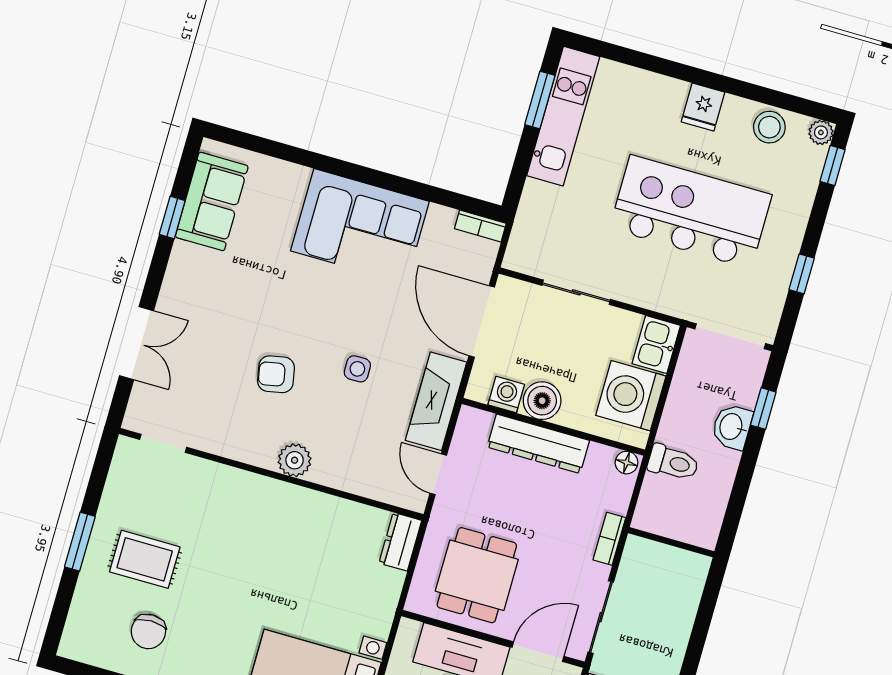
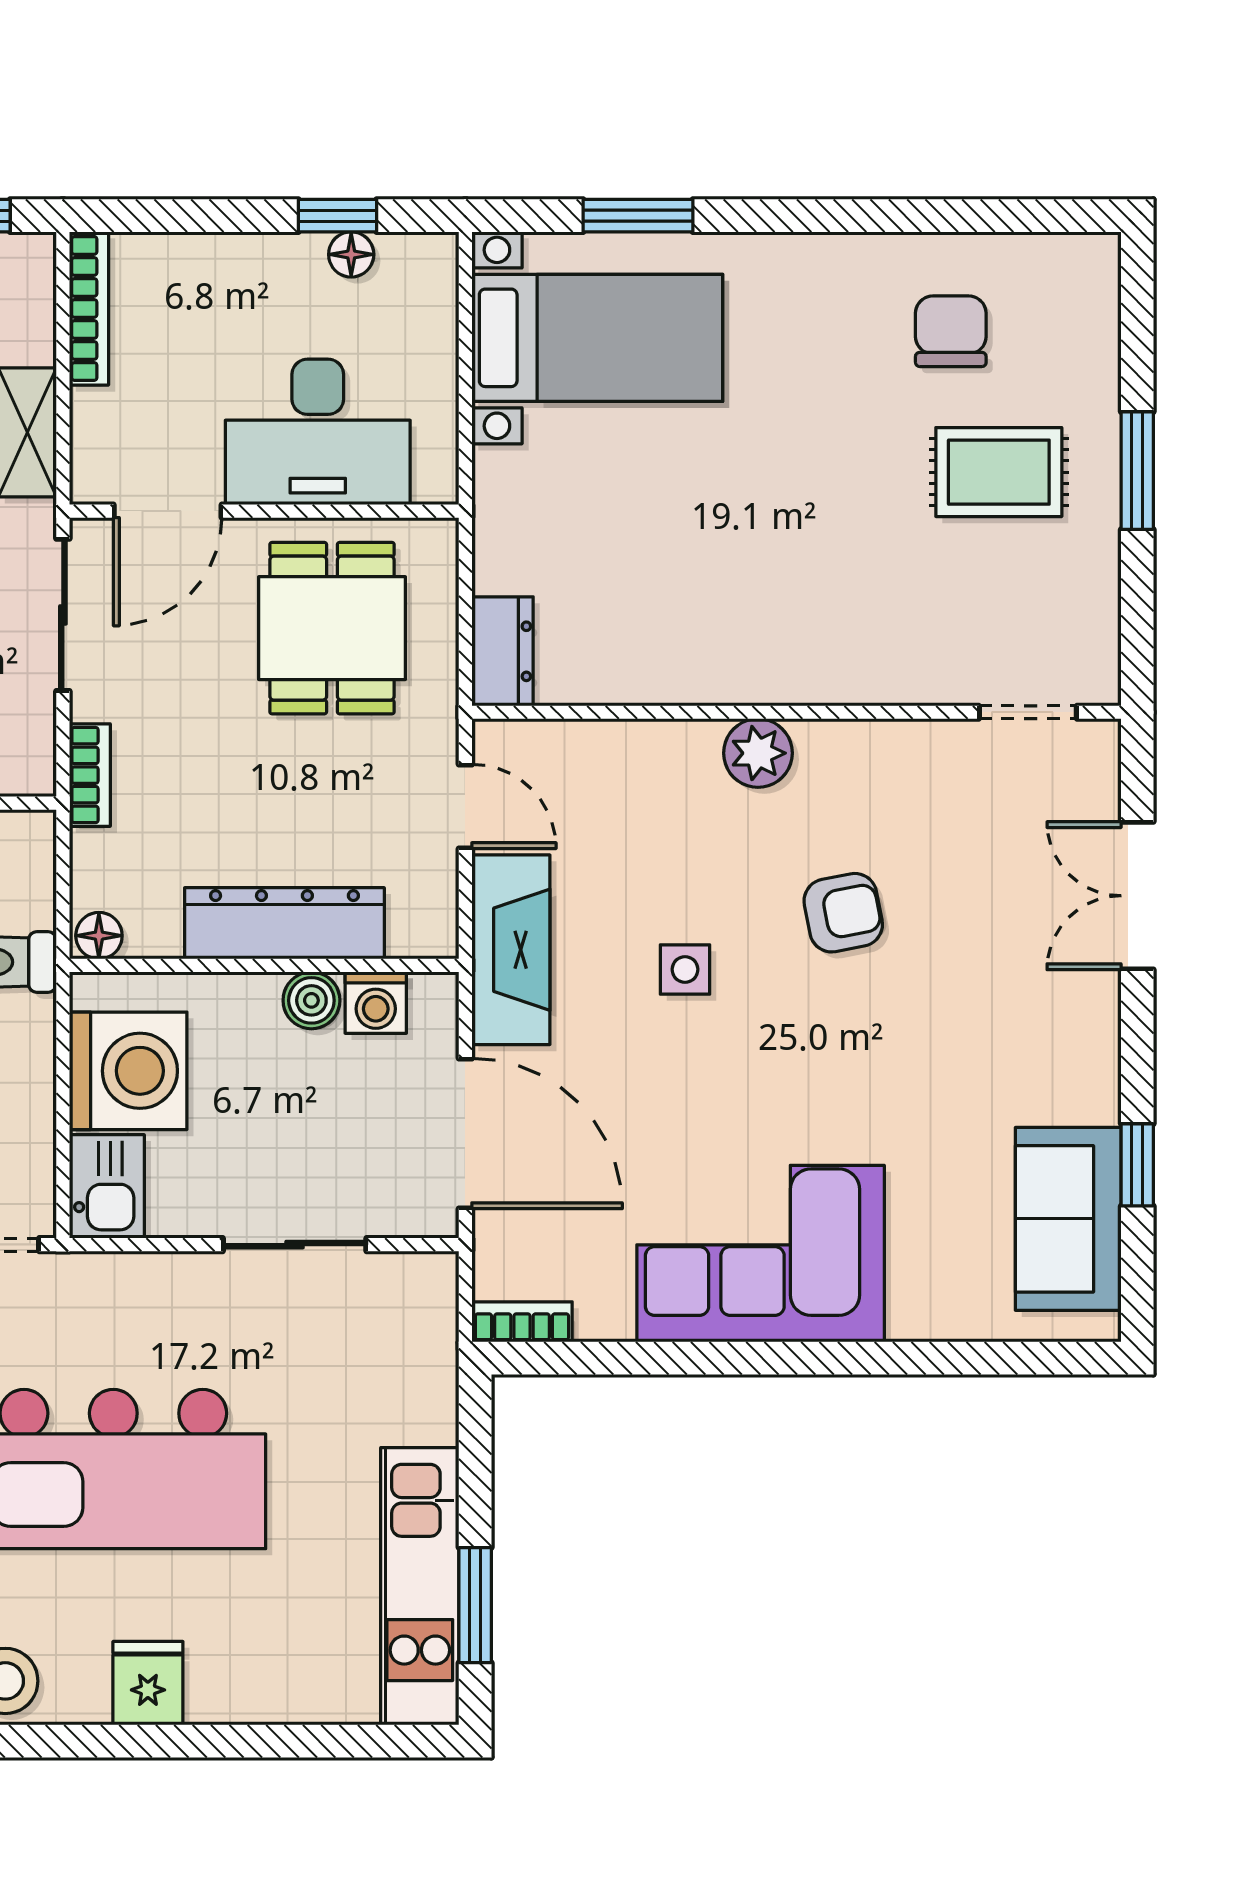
boiler: (542, 401) -> (311, 1000), width x0.73, depth x0.73

